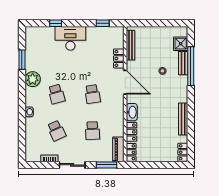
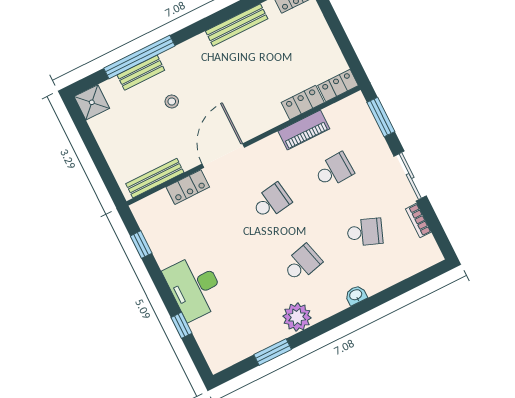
shower: (181, 44) -> (92, 102), moved
washbasin: (132, 112) -> (269, 119), removed
school desk: (56, 131) -> (365, 232), turned 45
piano: (118, 149) -> (304, 130), moved

